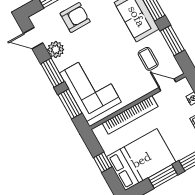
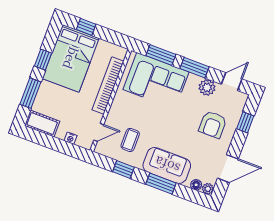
window: (172, 41) -> (123, 170), width x0.67
coffee table: (148, 59) -> (130, 140), turned 90
window: (103, 162) -> (86, 27), moved
window: (163, 176) -> (43, 60), width x0.67

